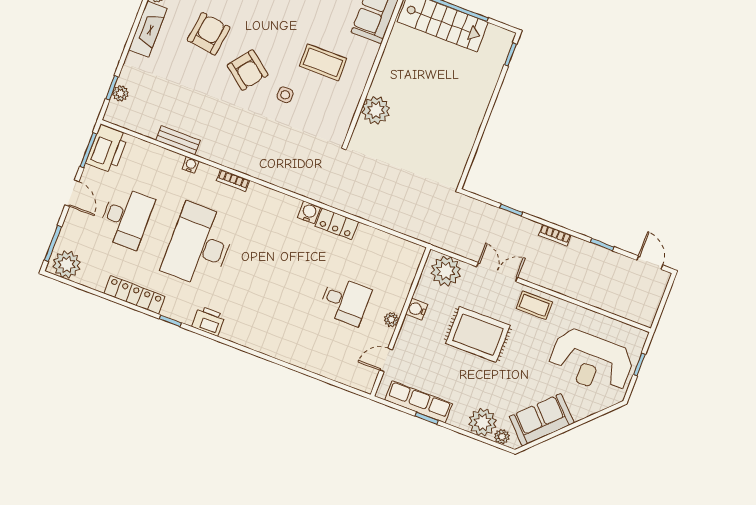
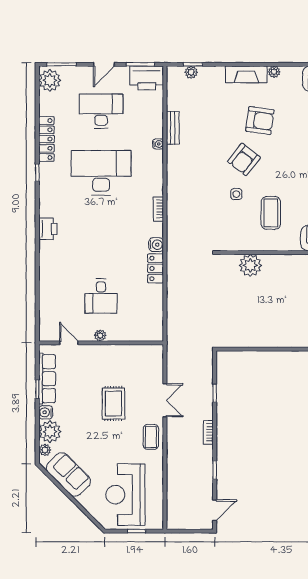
bookcase: (233, 181) -> (158, 209), moved
desk: (126, 218) -> (101, 111), turned 180
plant: (446, 271) -> (151, 362), removed
water cooler: (417, 309) -> (46, 412), moved, turned -90
printer: (208, 321) -> (48, 229), moved
rug: (478, 334) -> (113, 404), width x0.73, depth x0.70

